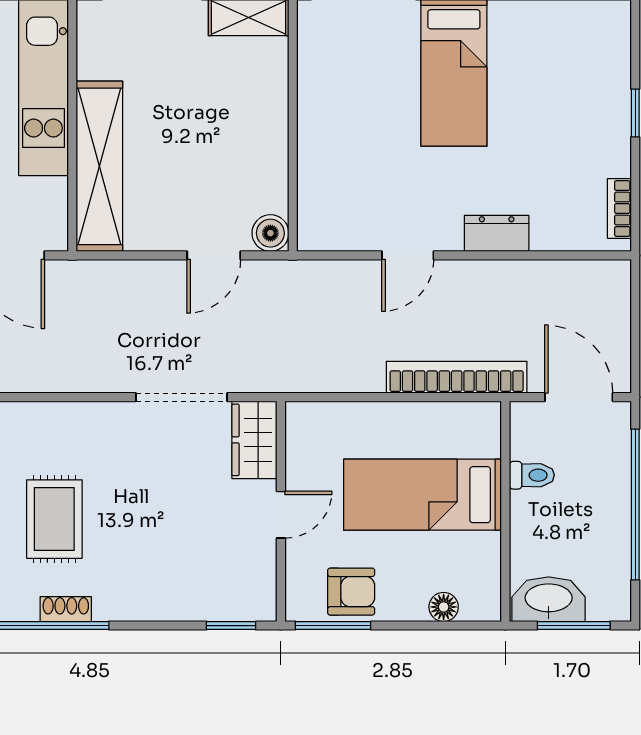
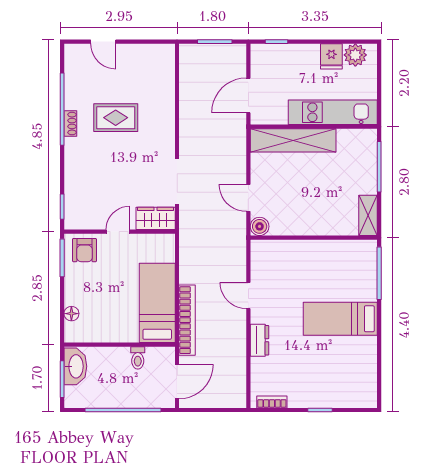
bed: (422, 495) -> (157, 303), moved
door: (281, 515) -> (118, 232), swing flipped
armchair: (351, 592) -> (84, 250), moved

